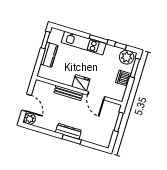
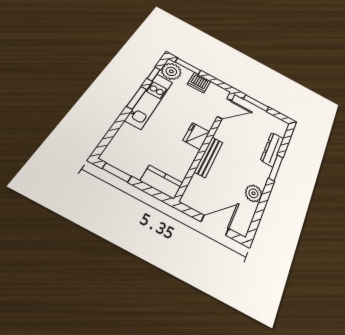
kitchen unit: (84, 43) -> (149, 101), moved
kitchen counter: (49, 55) -> (161, 182), moved
door: (96, 96) -> (225, 109), moved
plant: (30, 119) -> (253, 193), moved
dresser: (68, 131) -> (272, 149), moved

